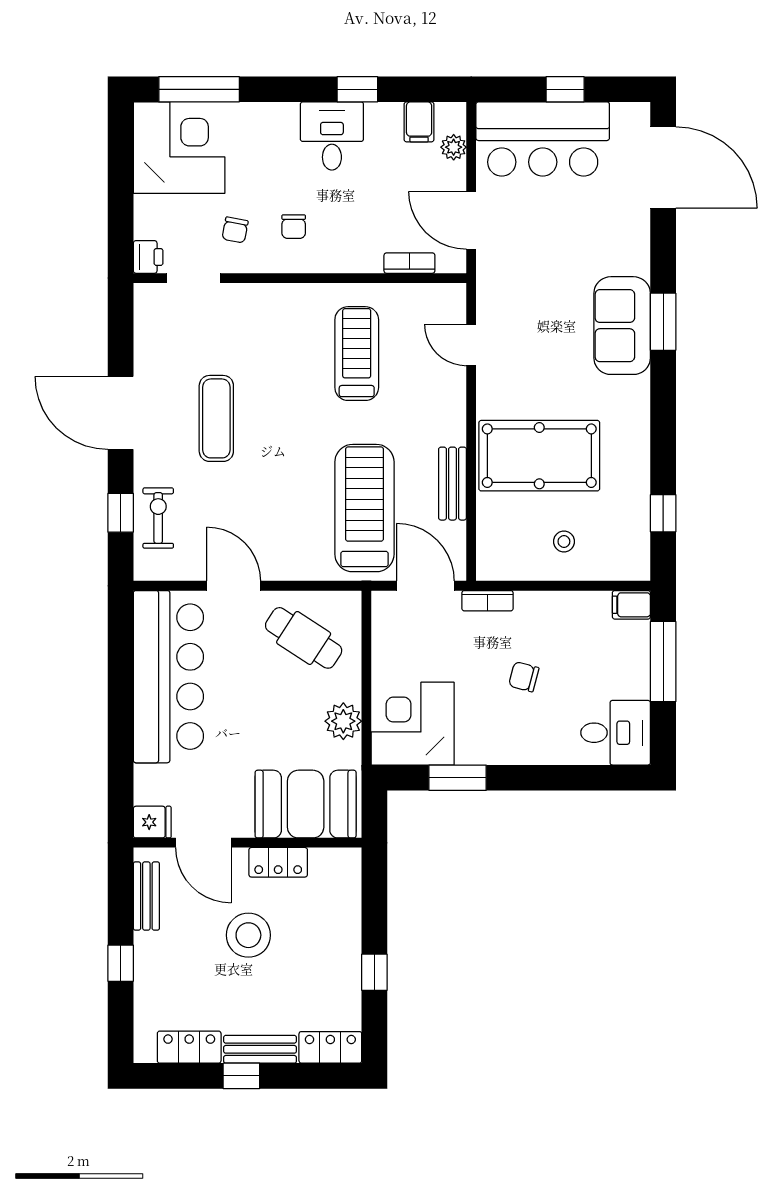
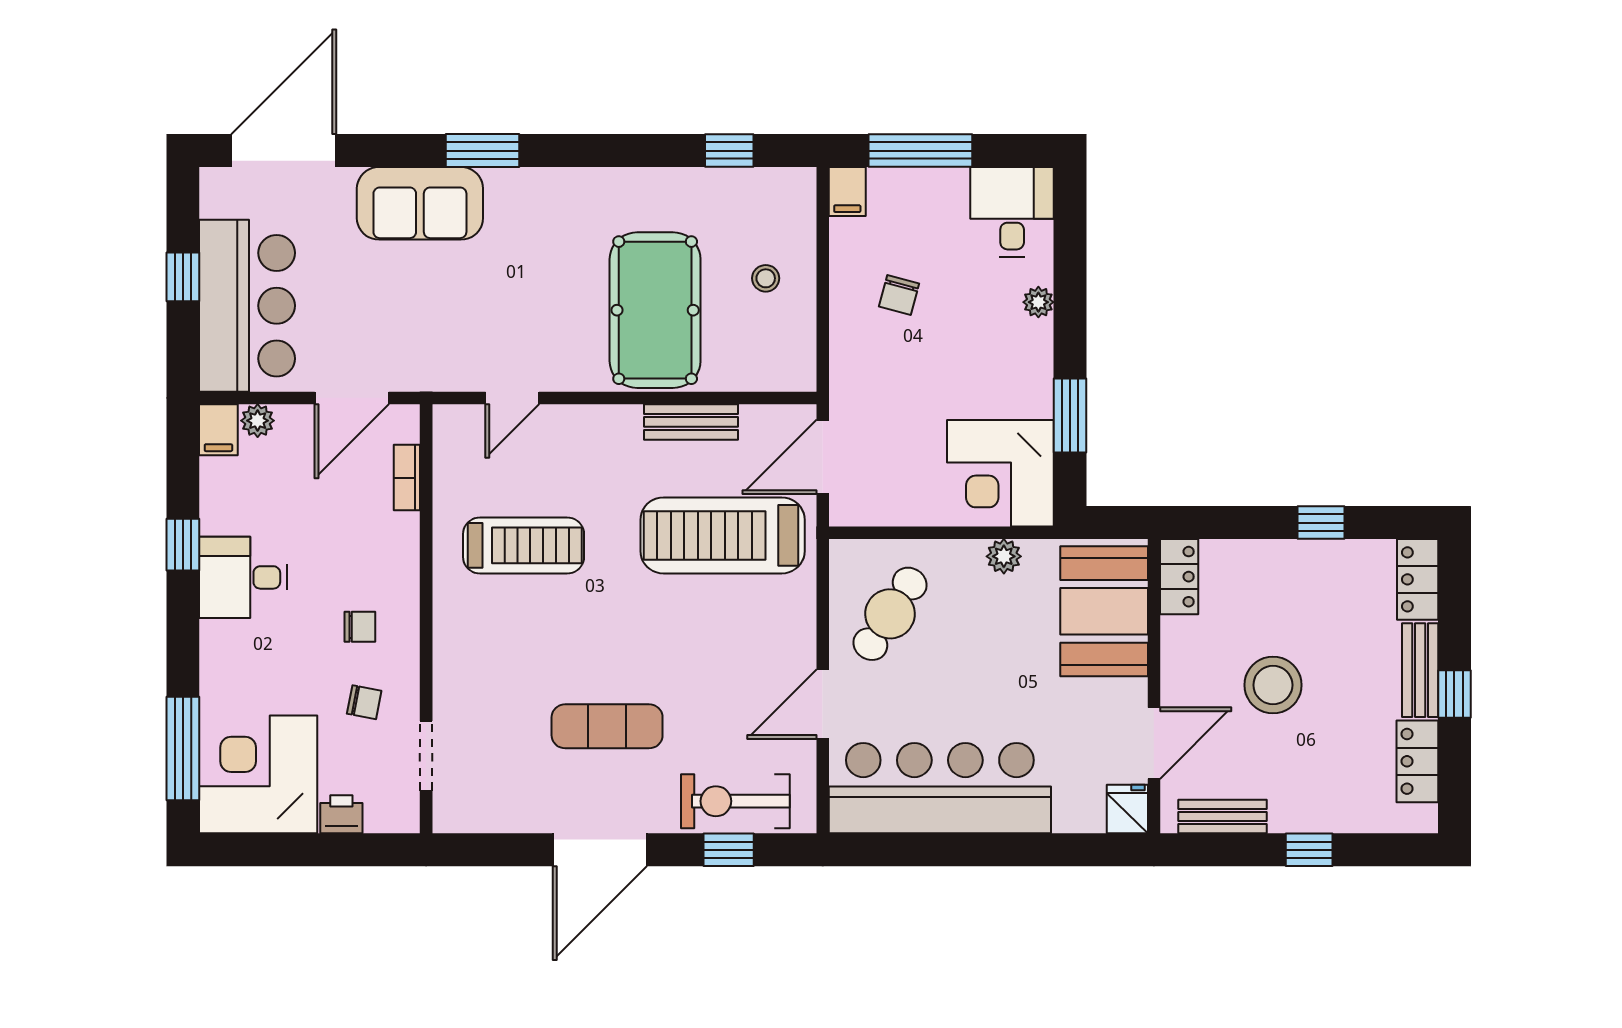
filing cabinet: (419, 122) -> (218, 430), moved, turned 90
printer: (148, 257) -> (341, 814), moved
sofa: (622, 326) -> (420, 203), moved
treadmill: (357, 354) -> (524, 545), turned 180
exercise bike: (158, 518) -> (735, 801), width x1.38, depth x1.39
bookcase: (487, 601) -> (842, 377), removed
chair: (524, 677) -> (899, 295), moved
plant: (343, 721) -> (1004, 556), width x0.73, depth x0.73
plant: (546, 753) -> (1038, 302), added
locker: (278, 862) -> (1179, 577), moved

